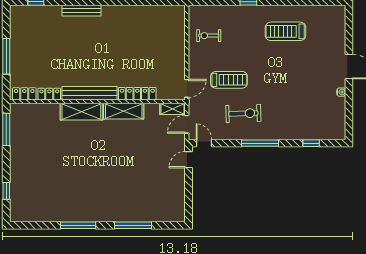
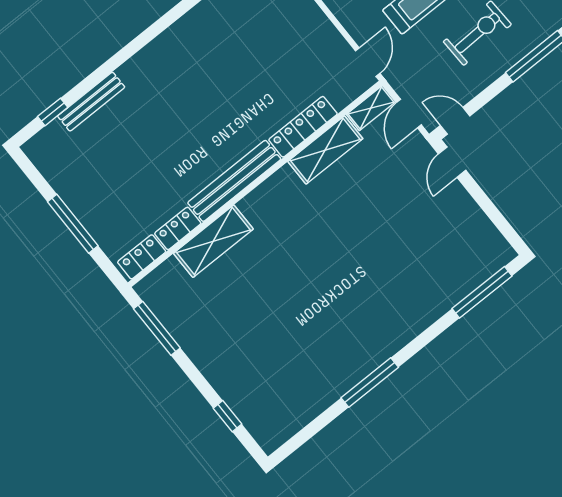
bench: (82, 11) -> (91, 102), moved
shelving: (124, 111) -> (325, 150), moved
shelving: (81, 112) -> (213, 241), moved
window: (133, 225) -> (482, 292), moved

